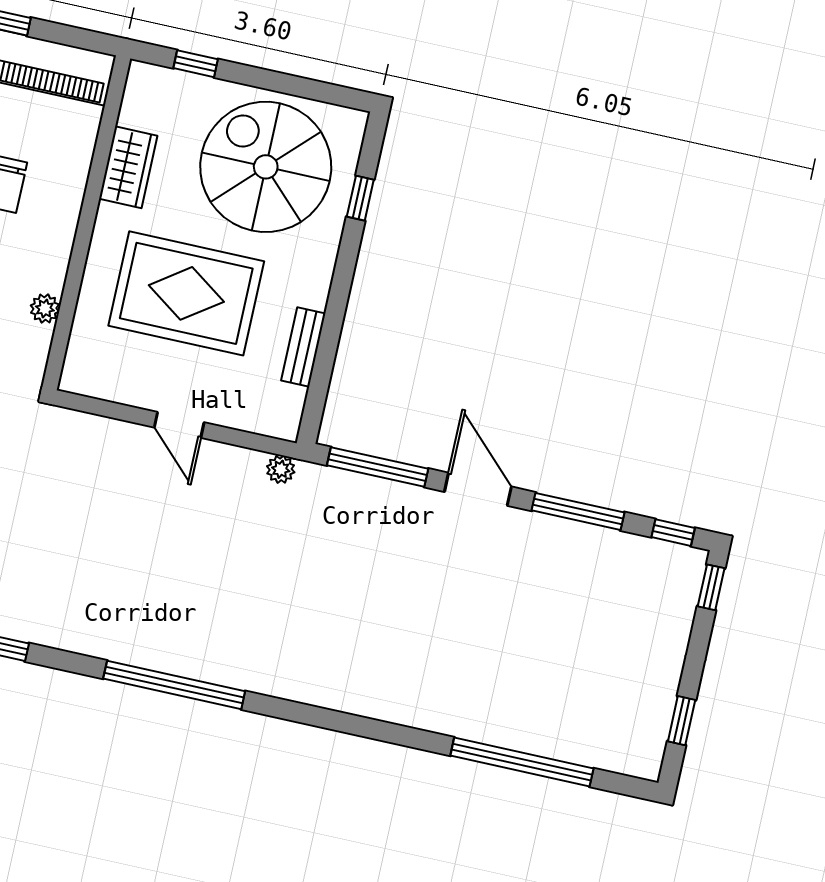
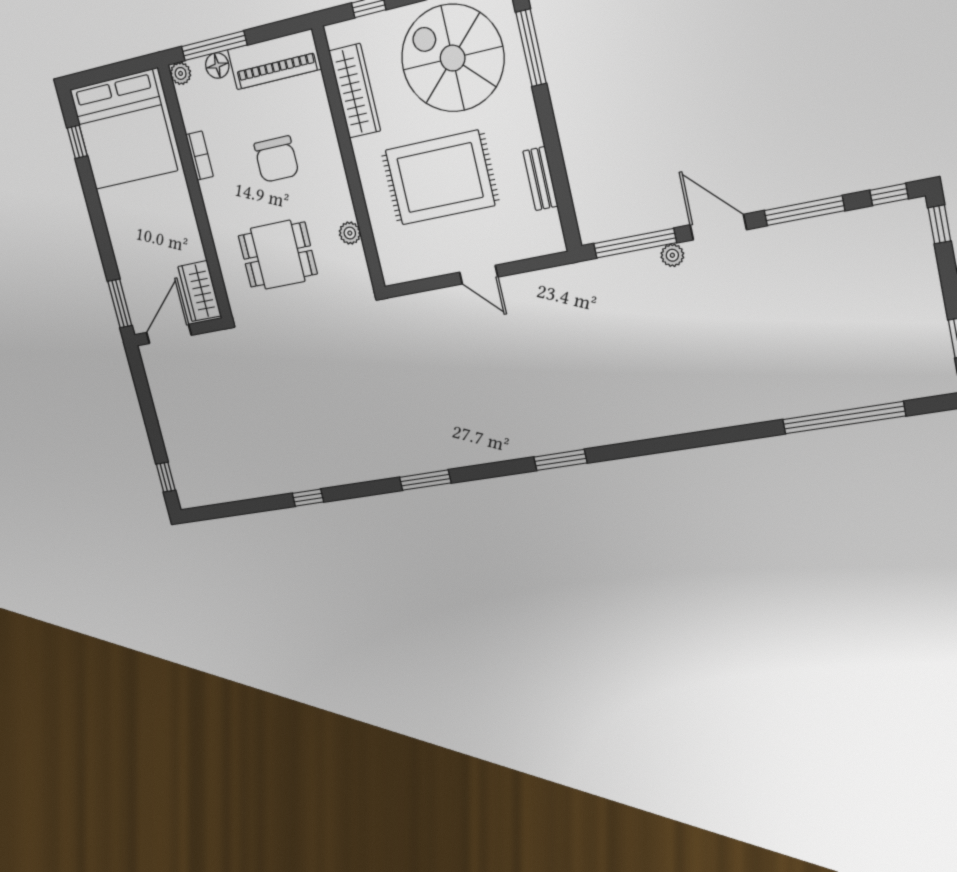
wardrobe: (128, 167) -> (355, 91), width x1.50
window: (360, 198) -> (531, 48), width x2.17
plant: (281, 469) -> (672, 255), moved
window: (174, 685) -> (560, 460), width x0.47

